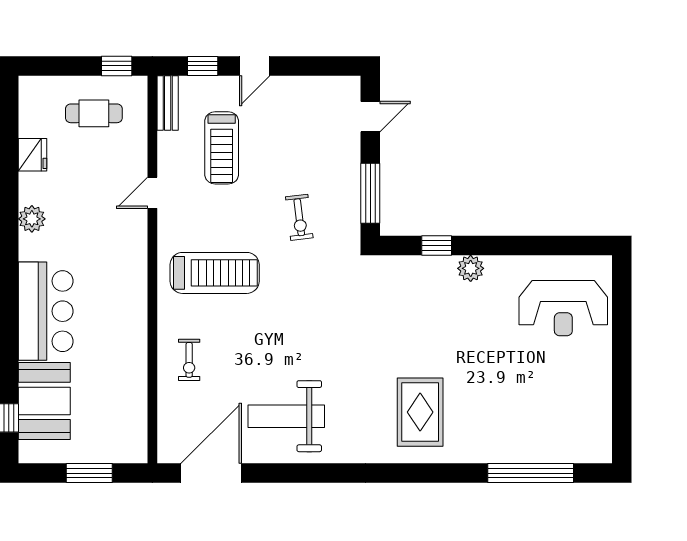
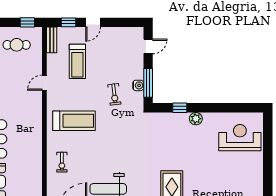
water cooler: (349, 199) -> (138, 85), added
reception desk: (563, 308) -> (240, 138), turned 180

